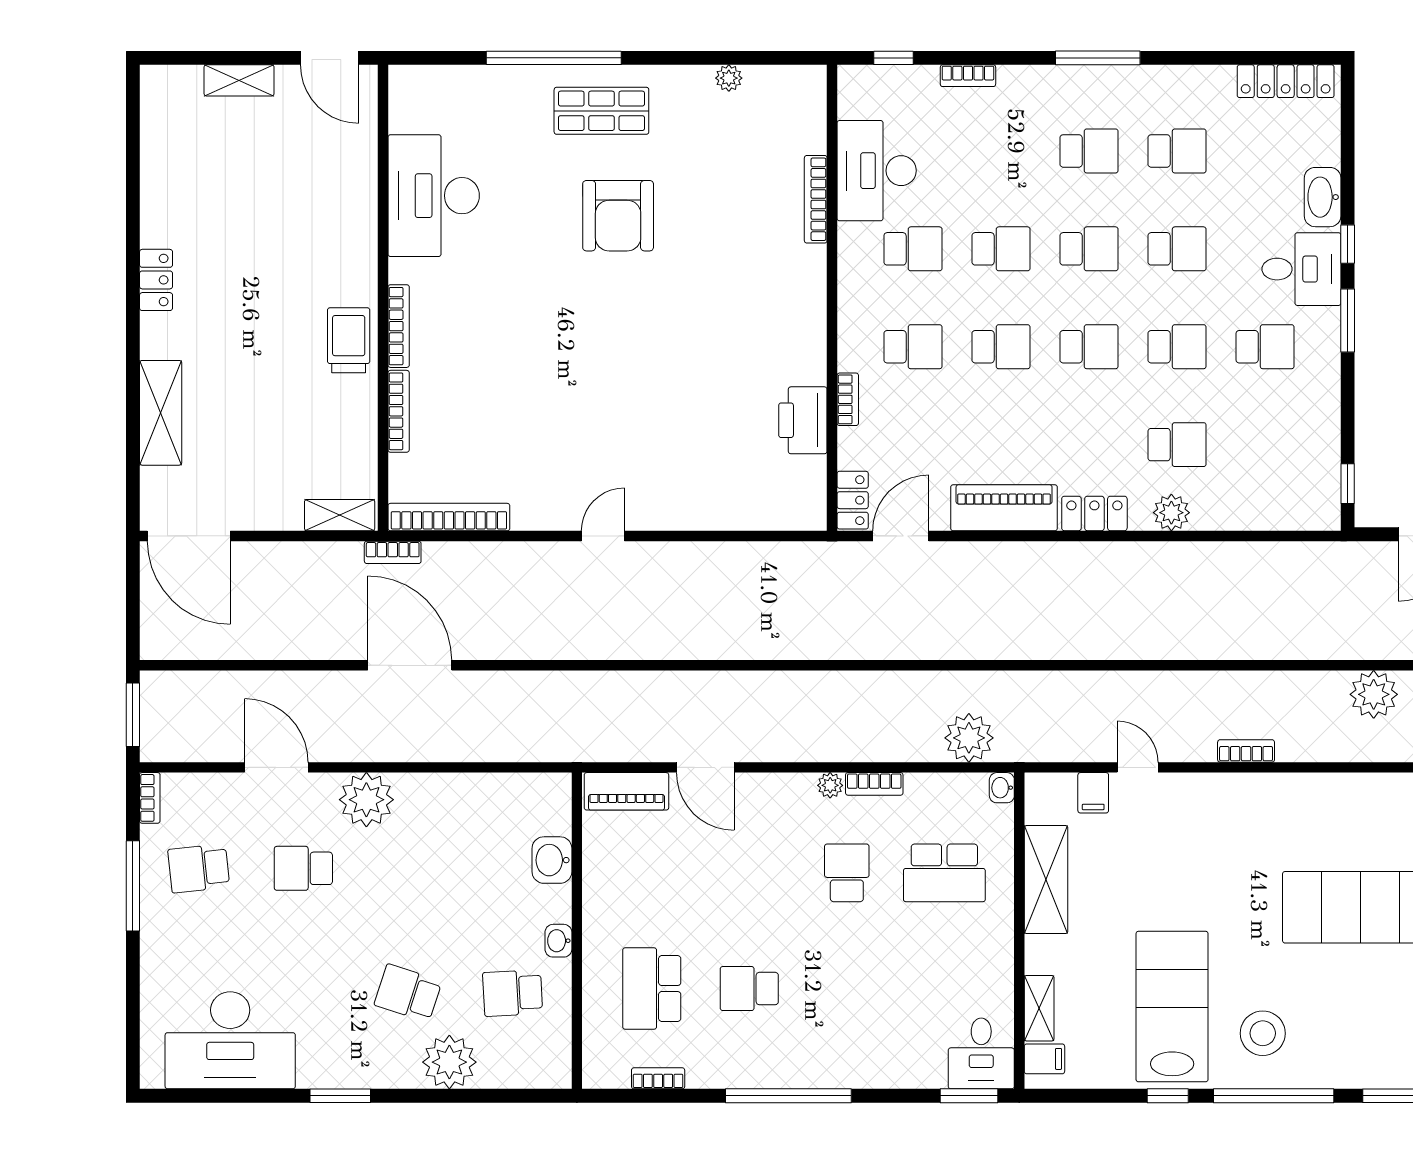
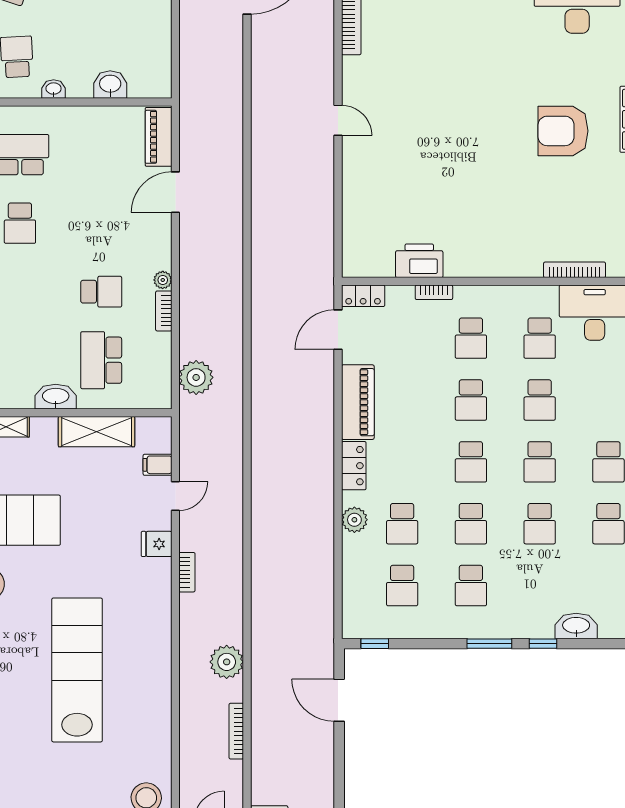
desk: (1301, 269) -> (525, 611), removed
school desk: (1265, 445) -> (402, 586), added
door: (901, 536) -> (338, 330), swing flipped
washbasin: (1002, 788) -> (56, 397), moved, width x1.91, depth x1.45
fridge: (1206, 794) -> (157, 544), added
school desk: (749, 989) -> (20, 223), turned 180

